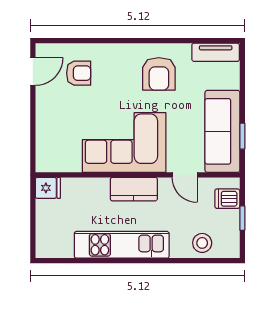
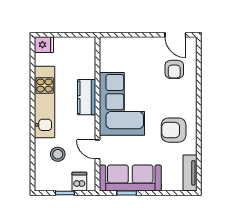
door: (185, 175) -> (97, 149), hinge flipped
fridge: (48, 188) -> (44, 45), moved, turned -90
kitchen counter: (134, 189) -> (87, 97), moved
stool: (202, 243) -> (58, 154), moved

